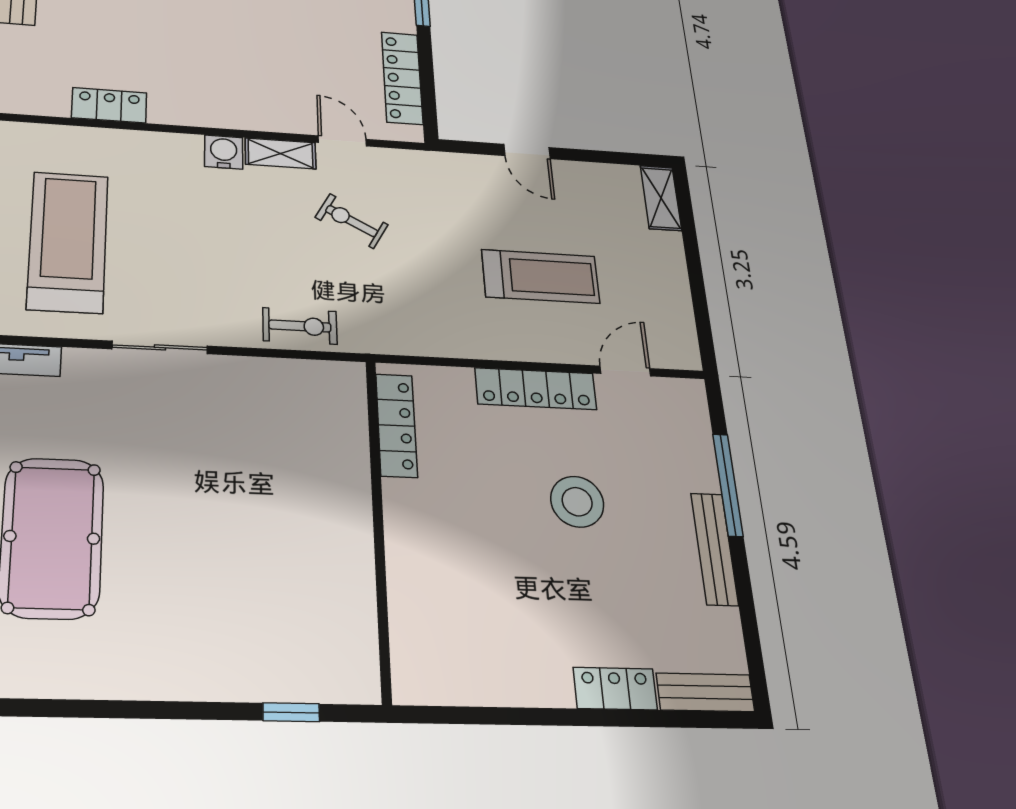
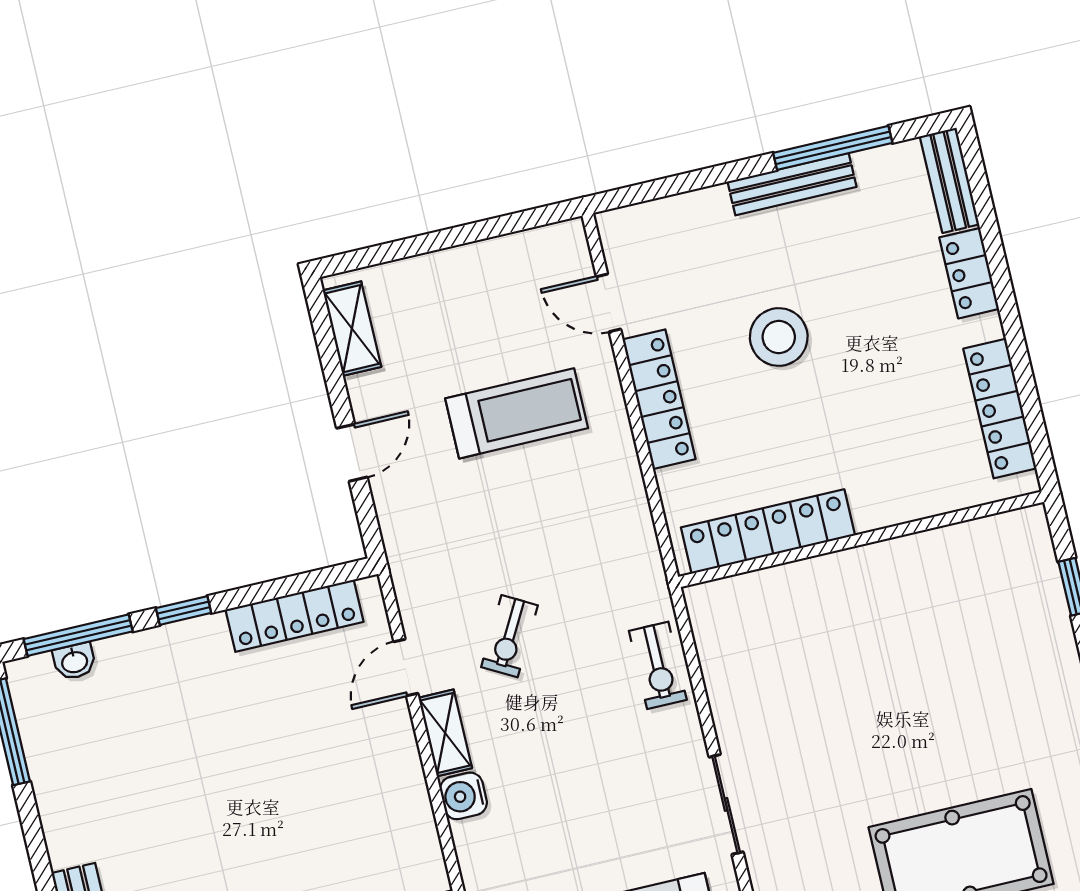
shelving: (661, 198) -> (352, 329), moved, turned 90
treadmill: (541, 276) -> (517, 413), turned 90
exercise bike: (300, 326) -> (658, 665), turned 180
locker: (396, 425) -> (768, 531), width x1.41, depth x1.21
window: (728, 485) -> (833, 148), moved
locker: (481, 685) -> (1000, 409), added

